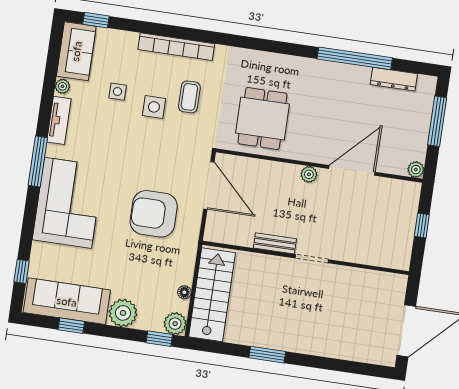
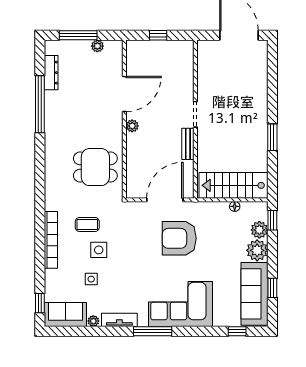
door: (352, 170) -> (124, 94), swing flipped
plant: (416, 170) -> (97, 46), moved
door: (209, 185) -> (165, 200), moved
armchair: (154, 214) -> (179, 238), turned 90
plant: (175, 324) -> (259, 230), moved

